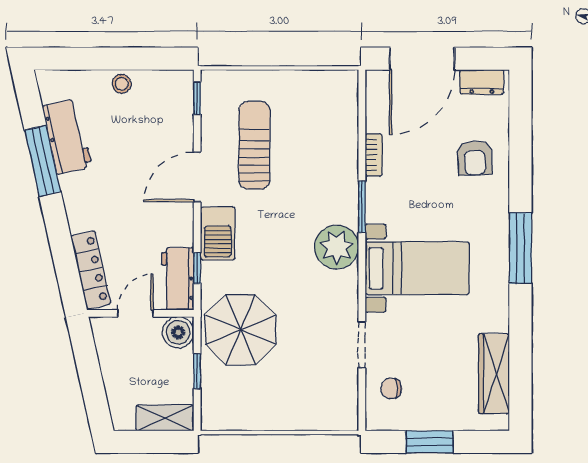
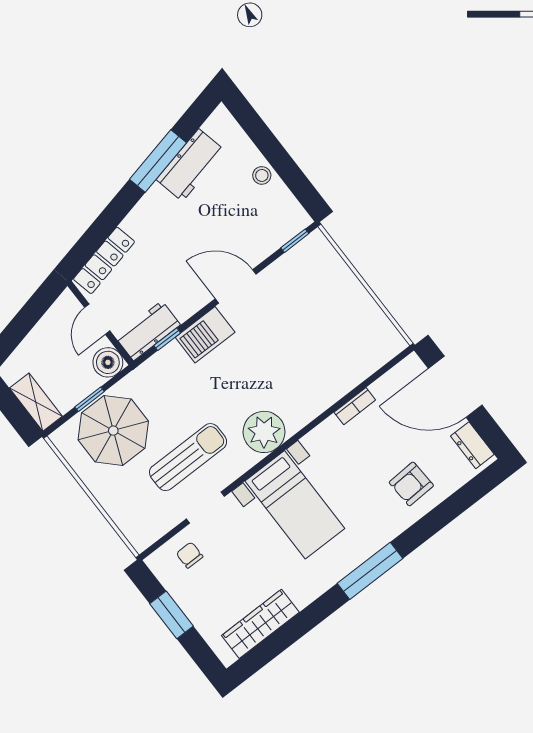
sun lounger: (254, 145) -> (188, 457), moved
window: (362, 207) -> (309, 428), removed
door: (135, 313) -> (97, 319), swing flipped
parasol: (241, 330) -> (113, 431), moved

